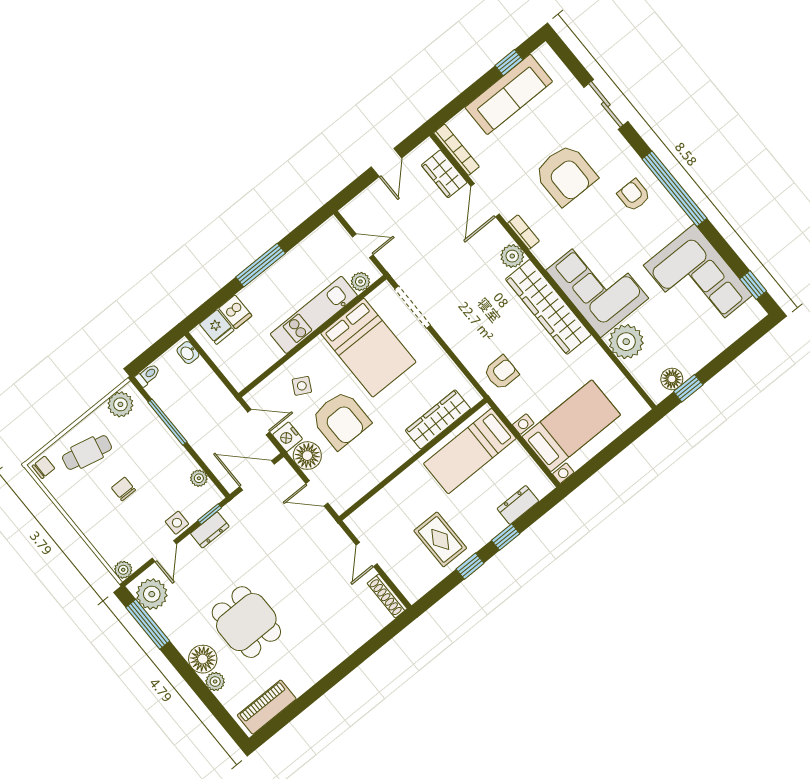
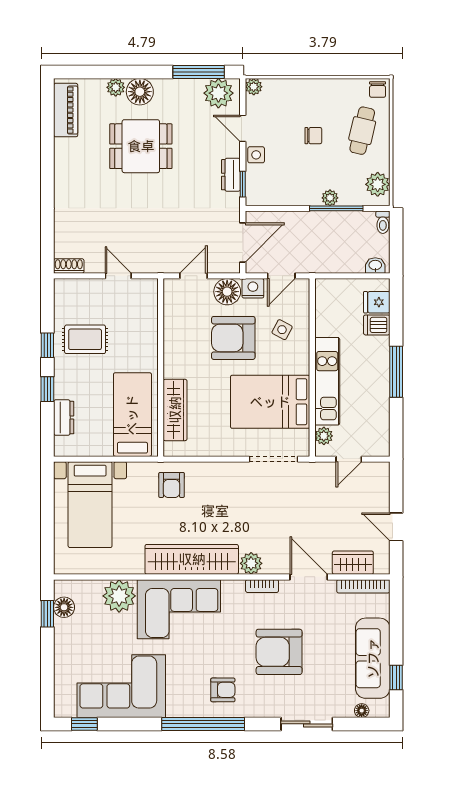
floor lamp: (559, 69) -> (362, 711), added
plant: (199, 478) -> (330, 198), moved
shoe rack: (387, 596) -> (69, 266), width x0.70

